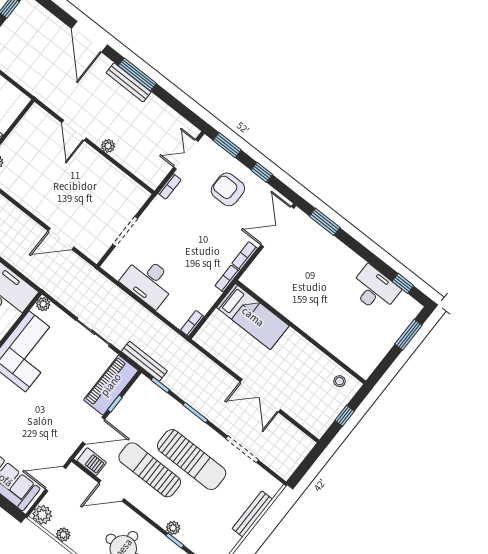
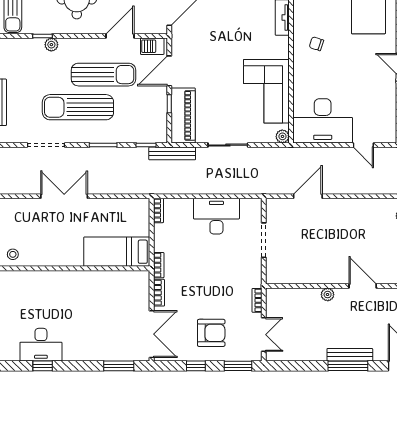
window: (403, 283) -> (43, 366), moved

